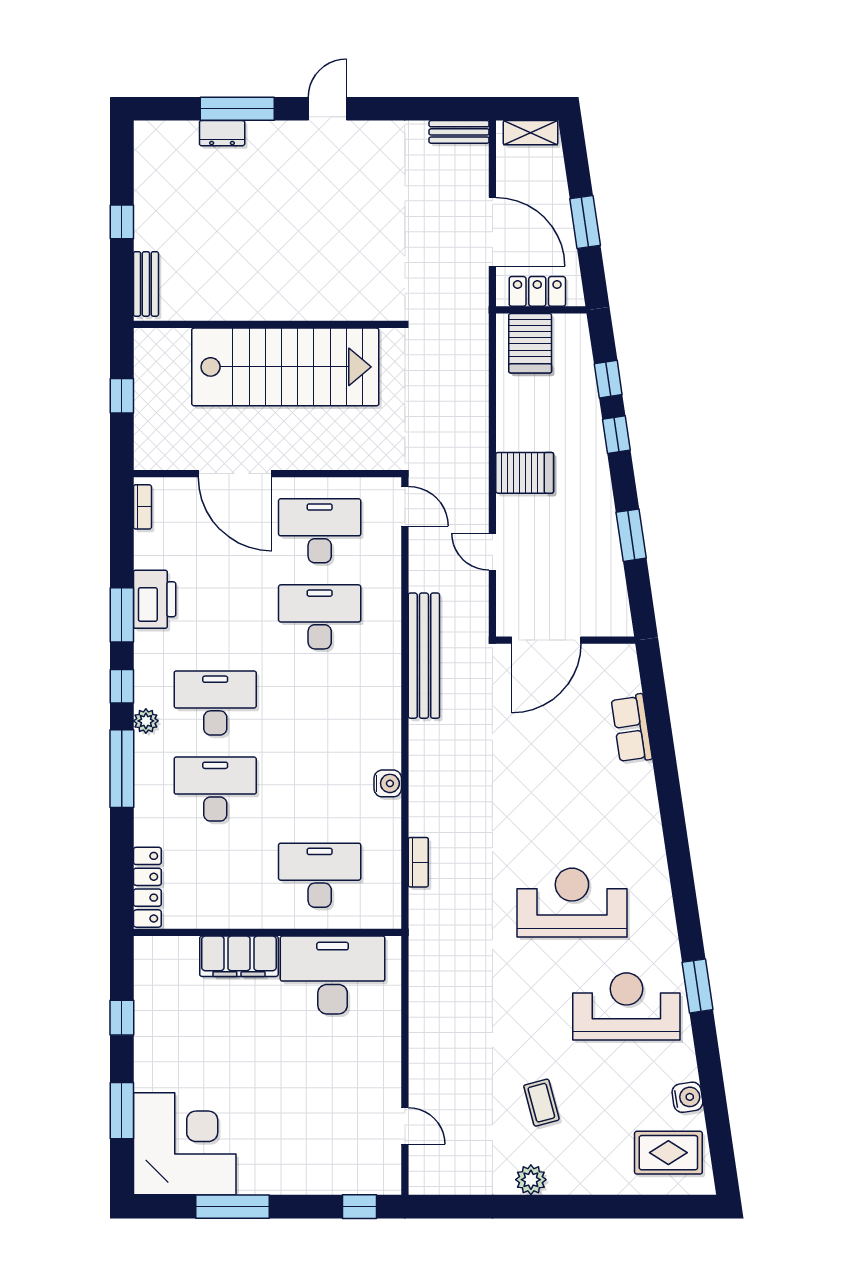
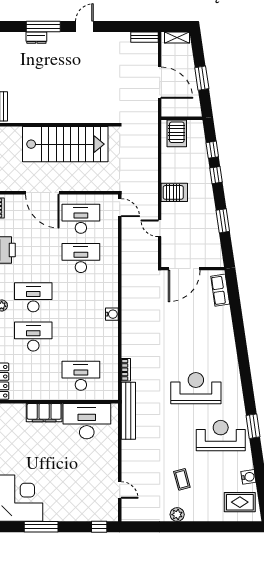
locker: (537, 291) -> (180, 110), removed
bench: (424, 656) -> (128, 411), moved
row of seats: (632, 729) -> (220, 290), moved
water cooler: (388, 783) -> (112, 314), moved

